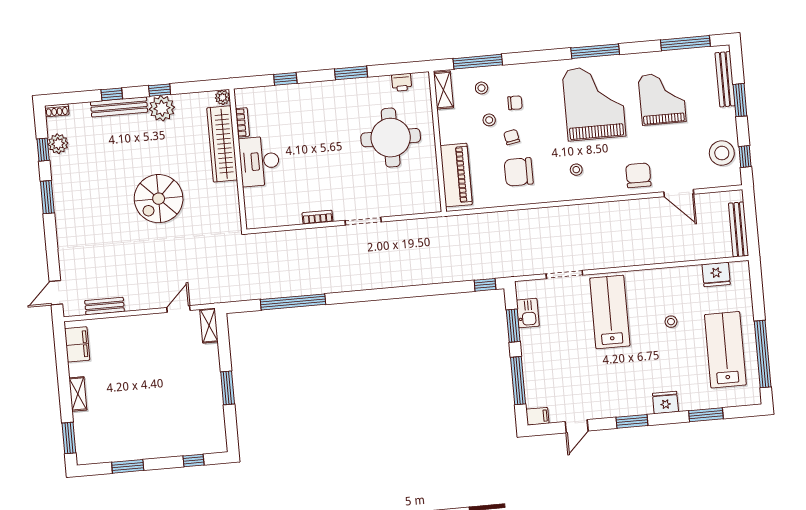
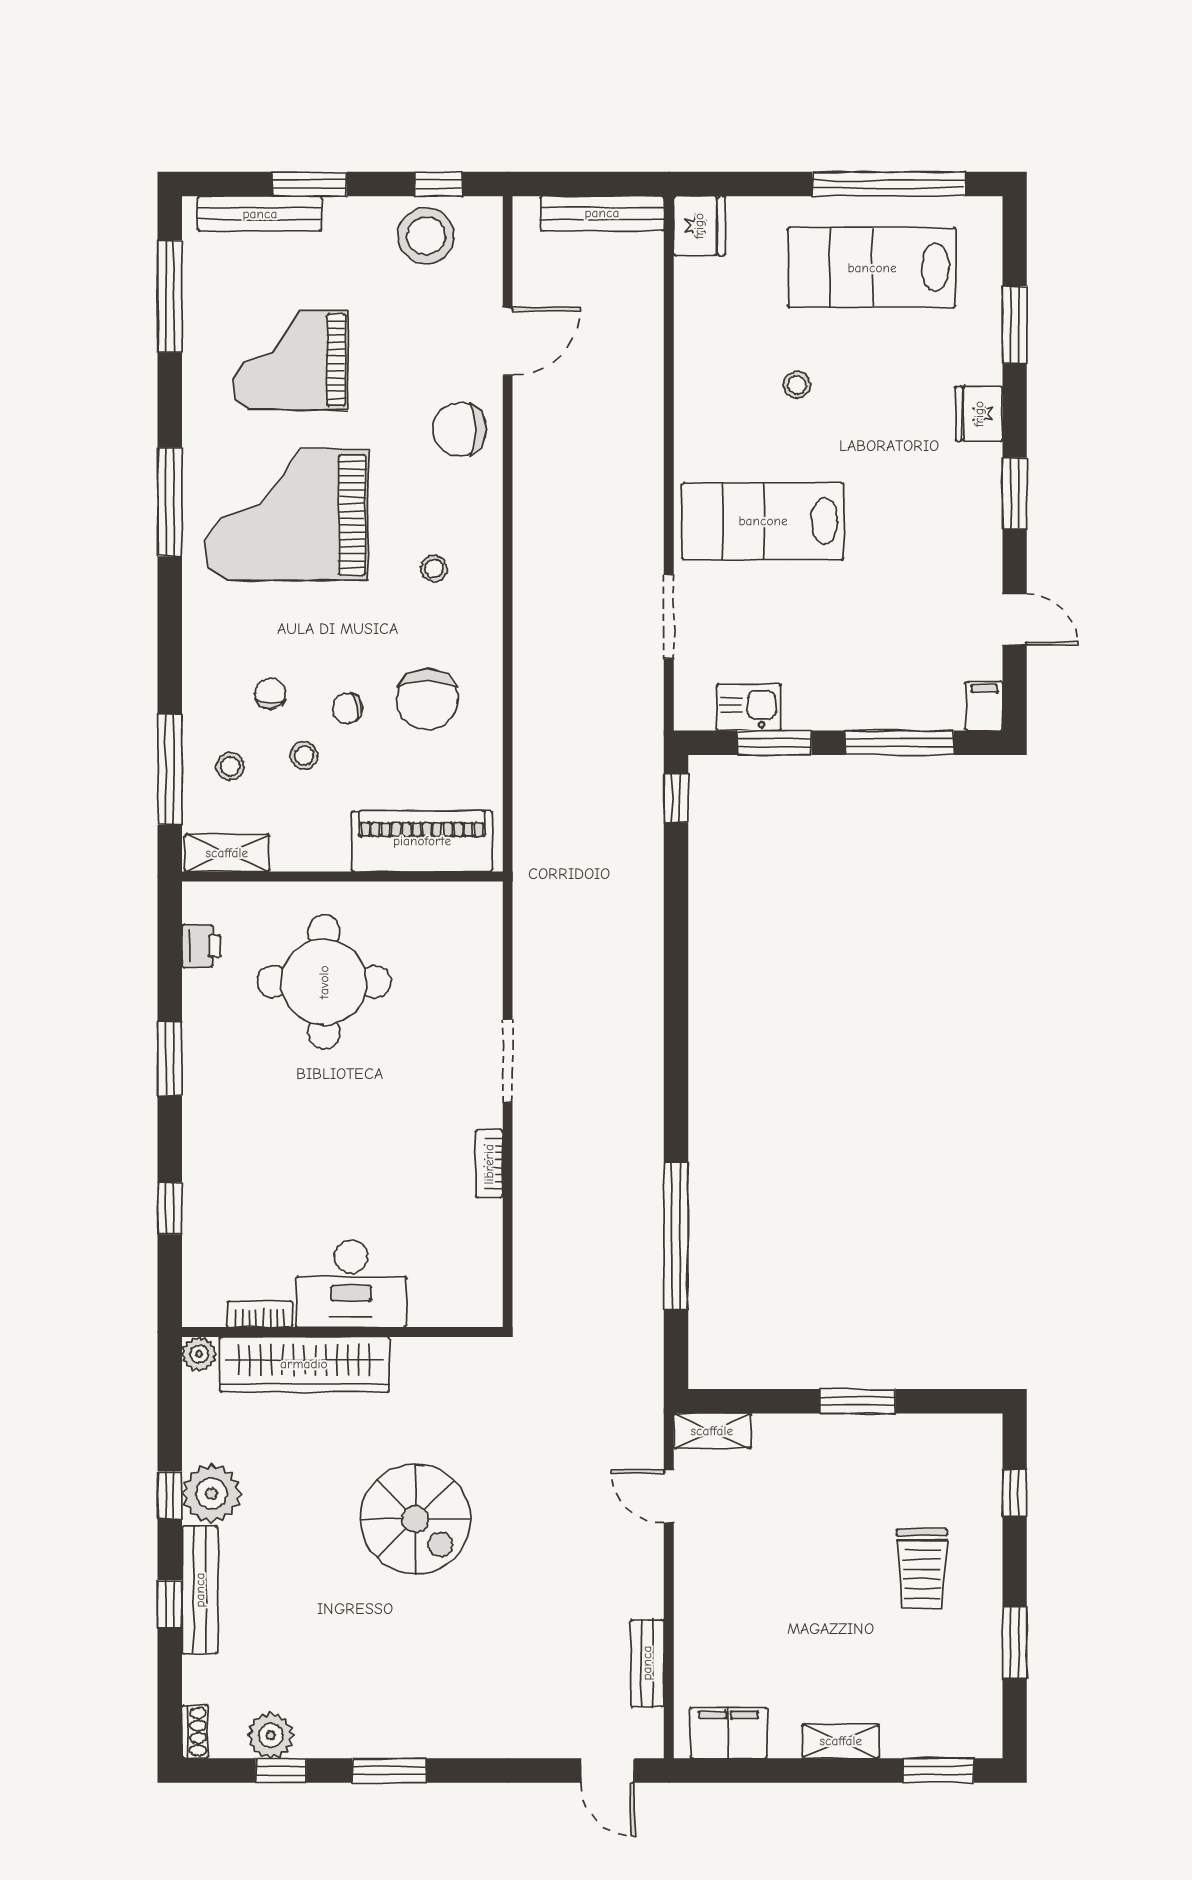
fridge: (716, 274) -> (699, 226), moved
trolley: (157, 423) -> (922, 1569), added

